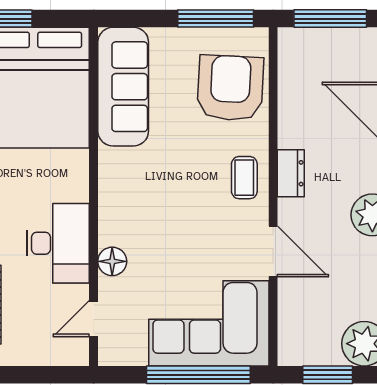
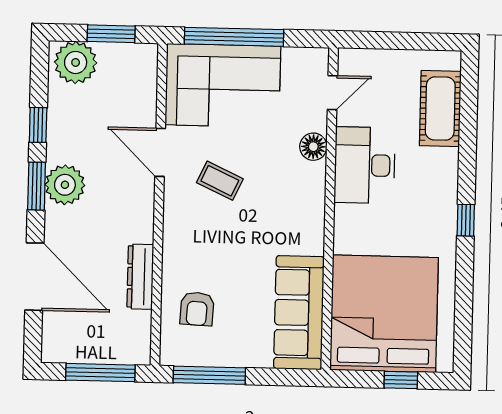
armchair: (230, 88) -> (197, 309), width x0.53, depth x0.53
dresser: (291, 173) -> (140, 277), moved, width x1.44
coffee table: (244, 178) -> (220, 181), moved, turned -65

